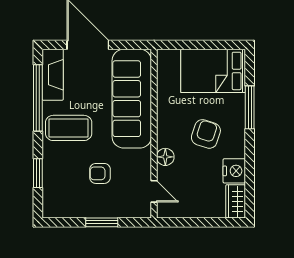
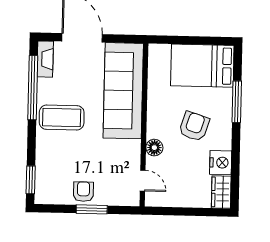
fireplace: (53, 75) -> (45, 59), width x0.73, depth x0.76
window: (38, 173) -> (31, 180), moved
armchair: (100, 173) -> (83, 192), moved, turned 90

